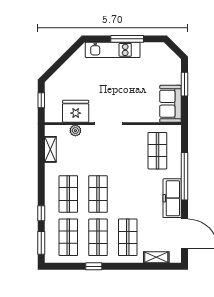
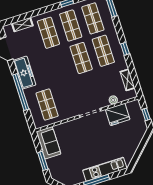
window: (41, 213) -> (125, 49), moved

